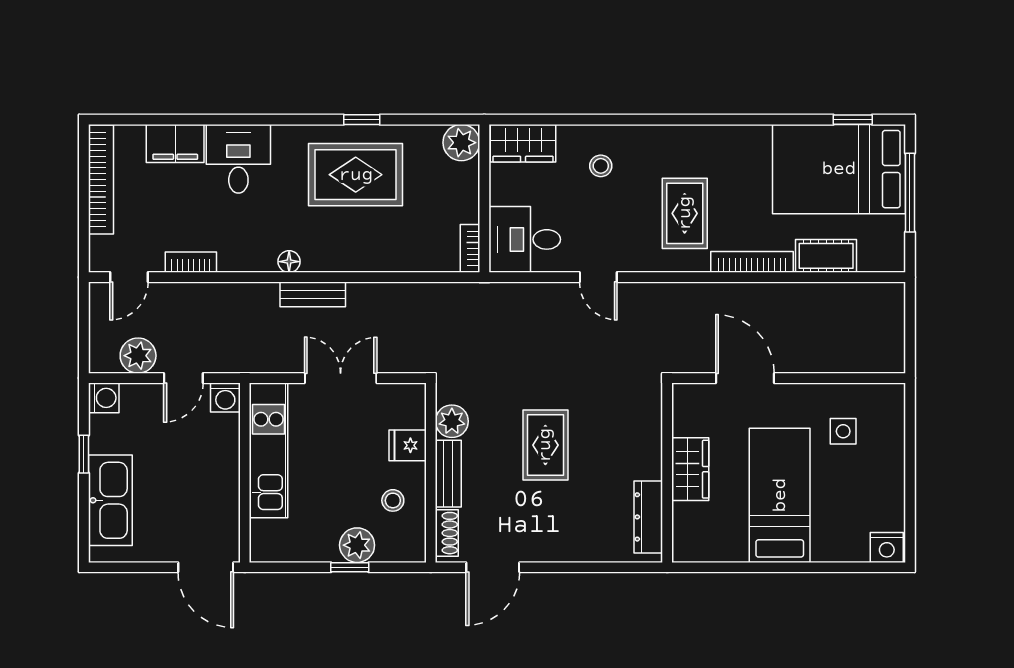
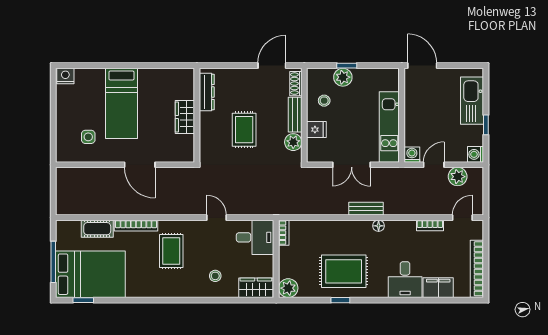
wardrobe: (690, 469) -> (185, 117), moved
wall: (667, 473) -> (197, 115), moved
dresser: (648, 517) -> (207, 92), moved

